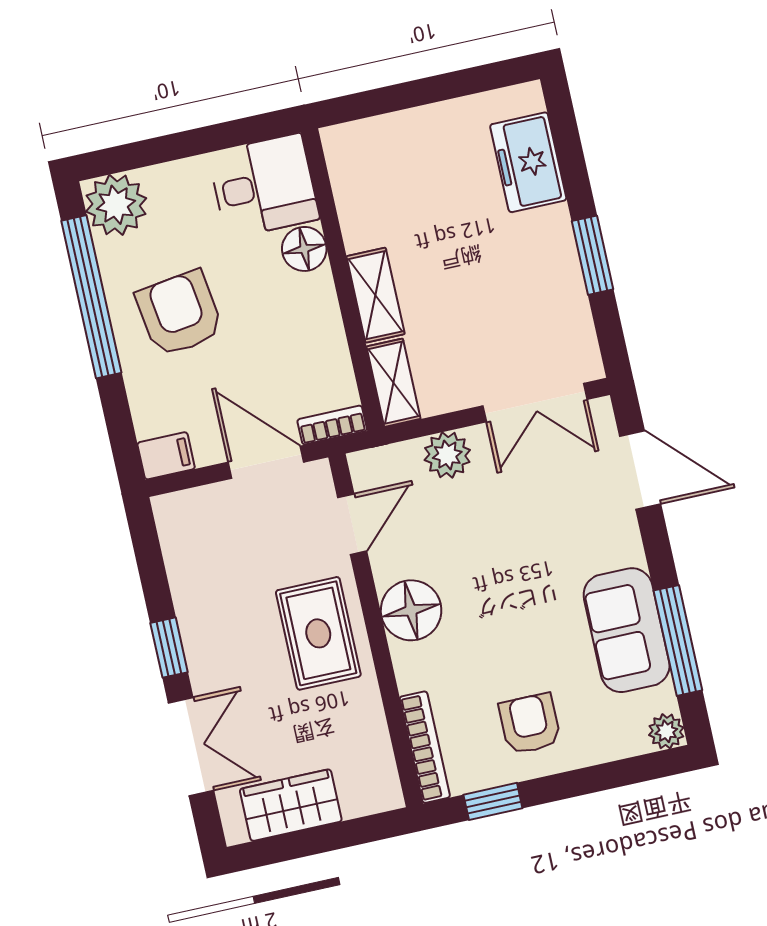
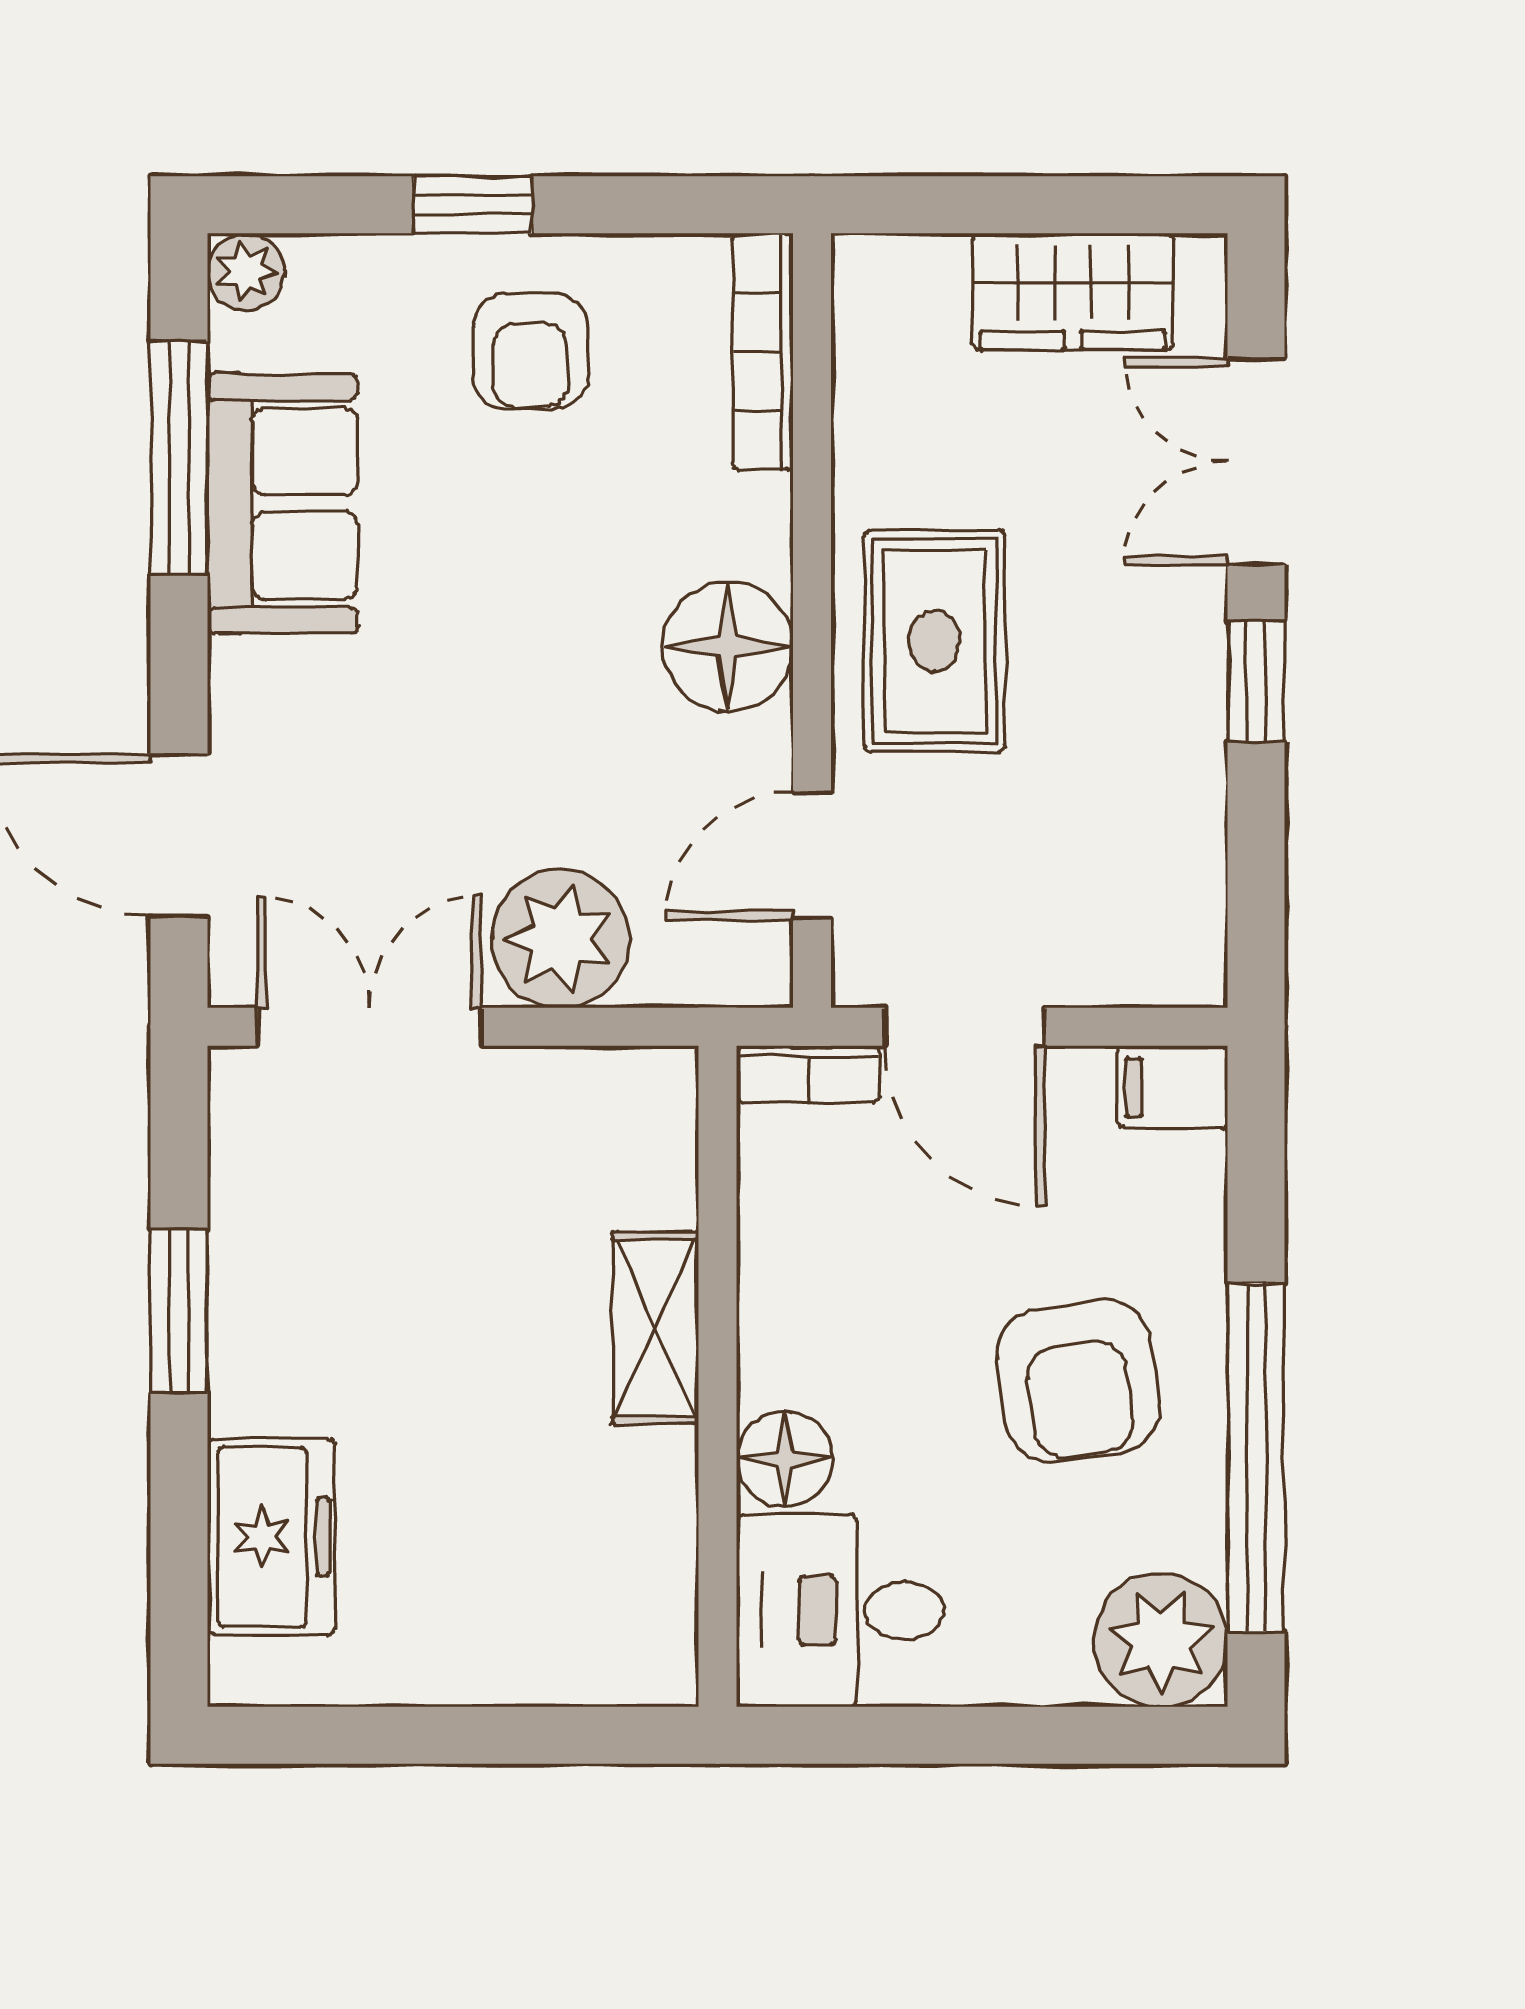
shelving: (394, 383) -> (658, 1135), removed
plant: (447, 455) -> (560, 939), width x1.36, depth x1.36
window: (493, 801) -> (473, 205), moved

